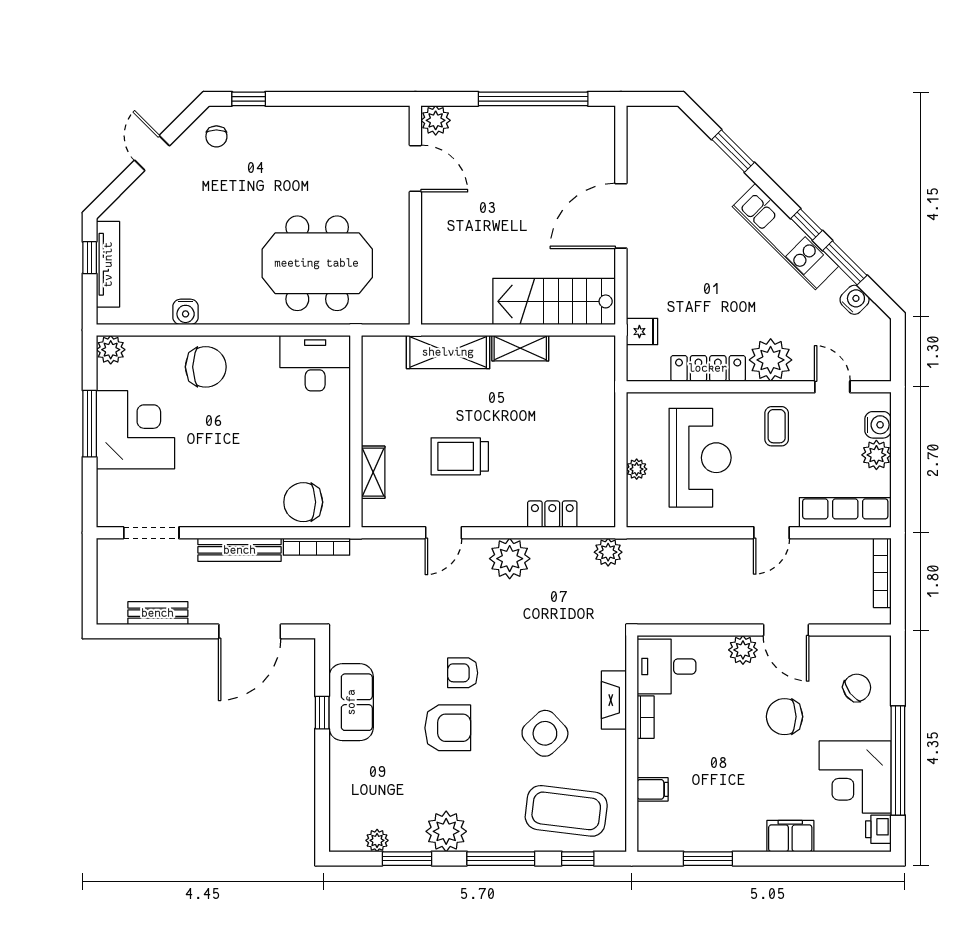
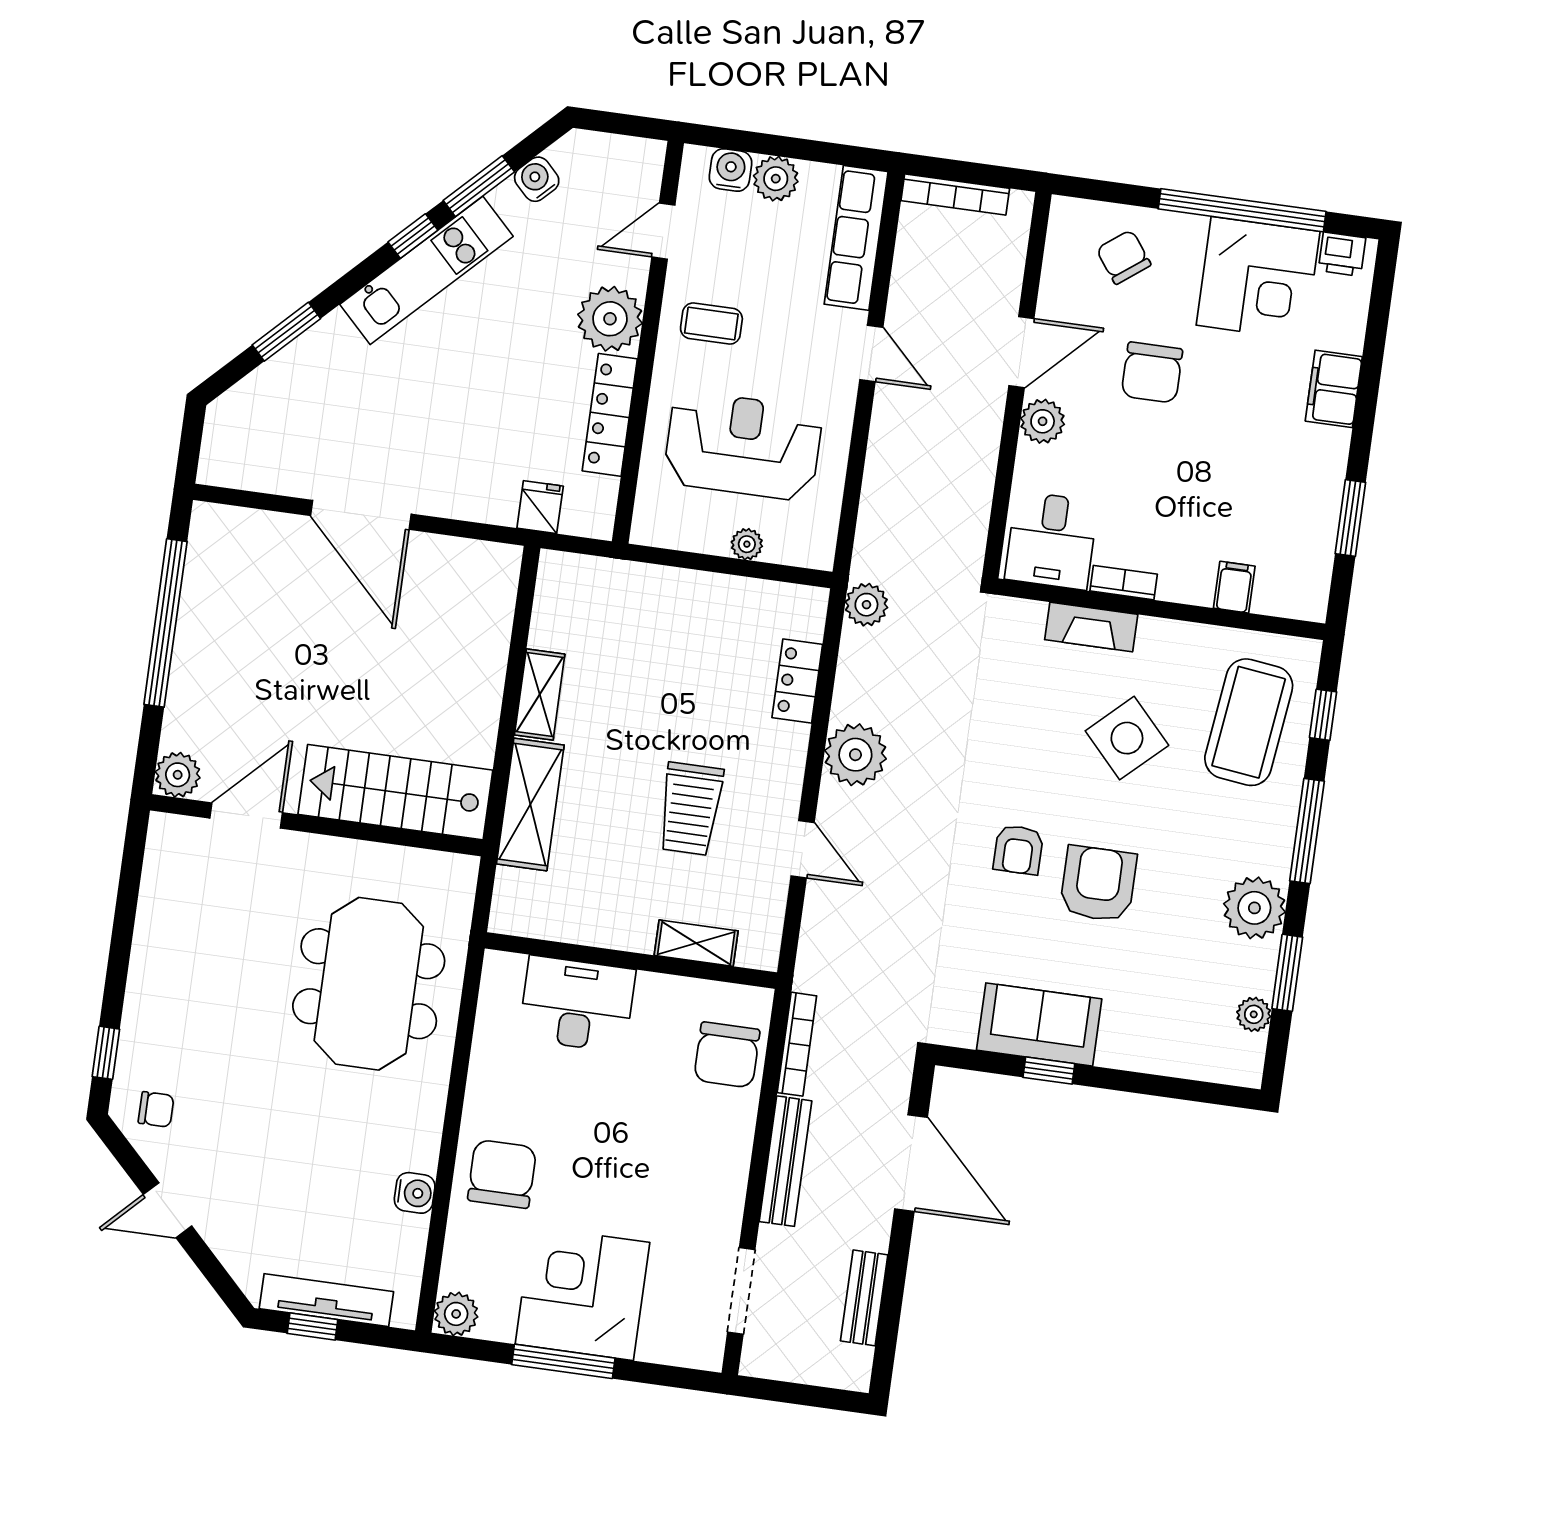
stairs: (554, 301) -> (395, 792), moved, turned 90
desk: (315, 363) -> (577, 1004), moved, turned 90

